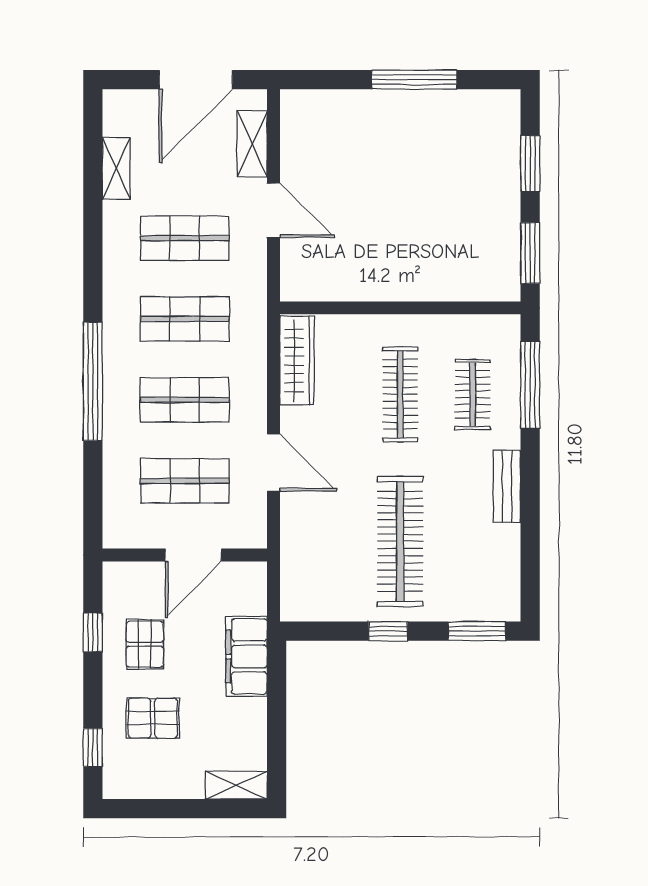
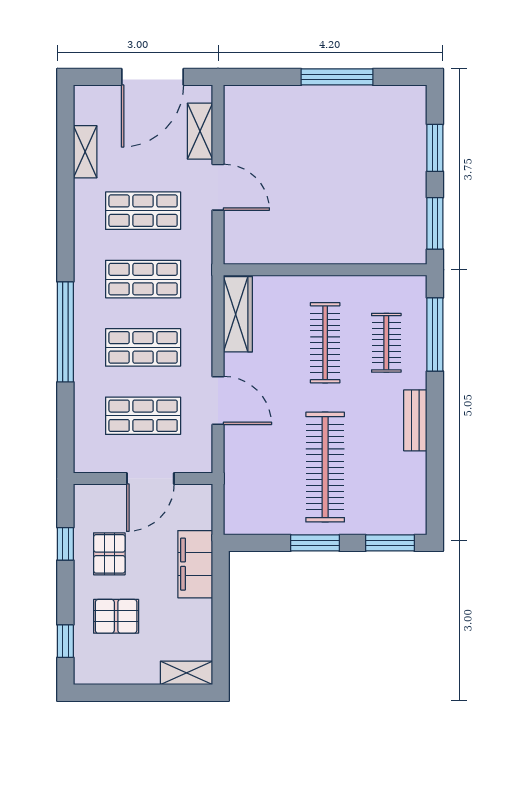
window: (388, 631) -> (315, 543), width x1.50

